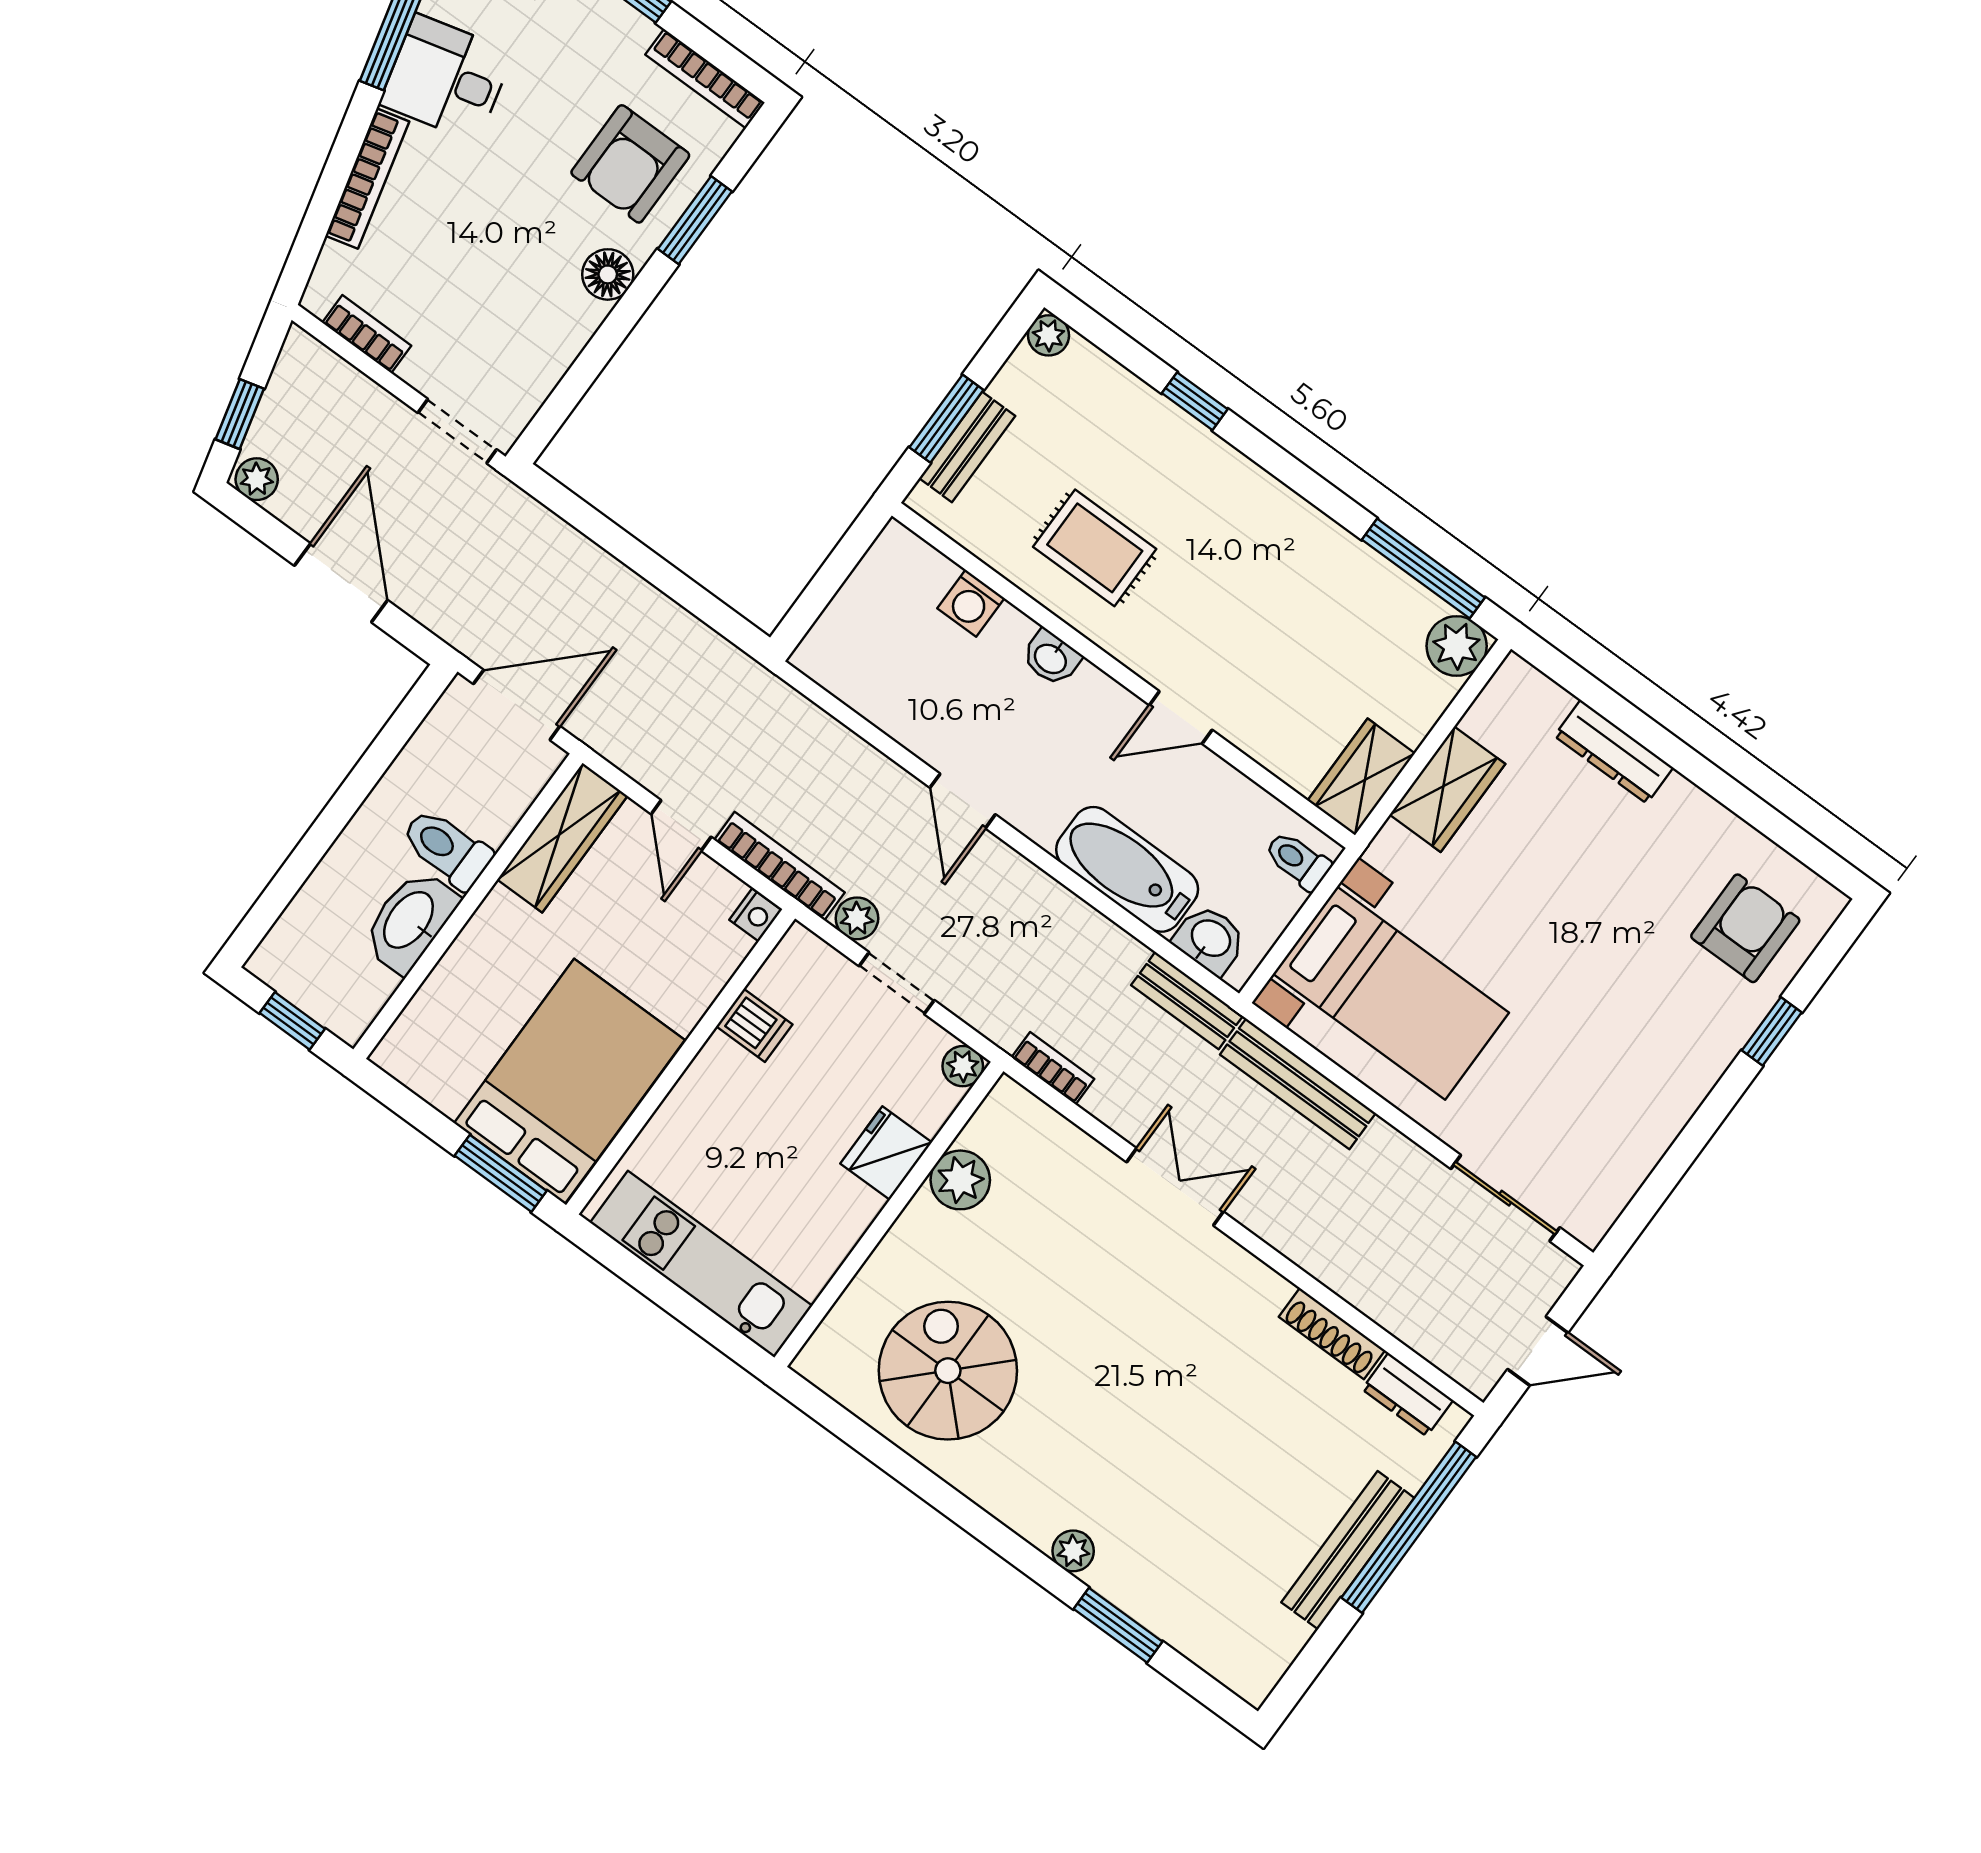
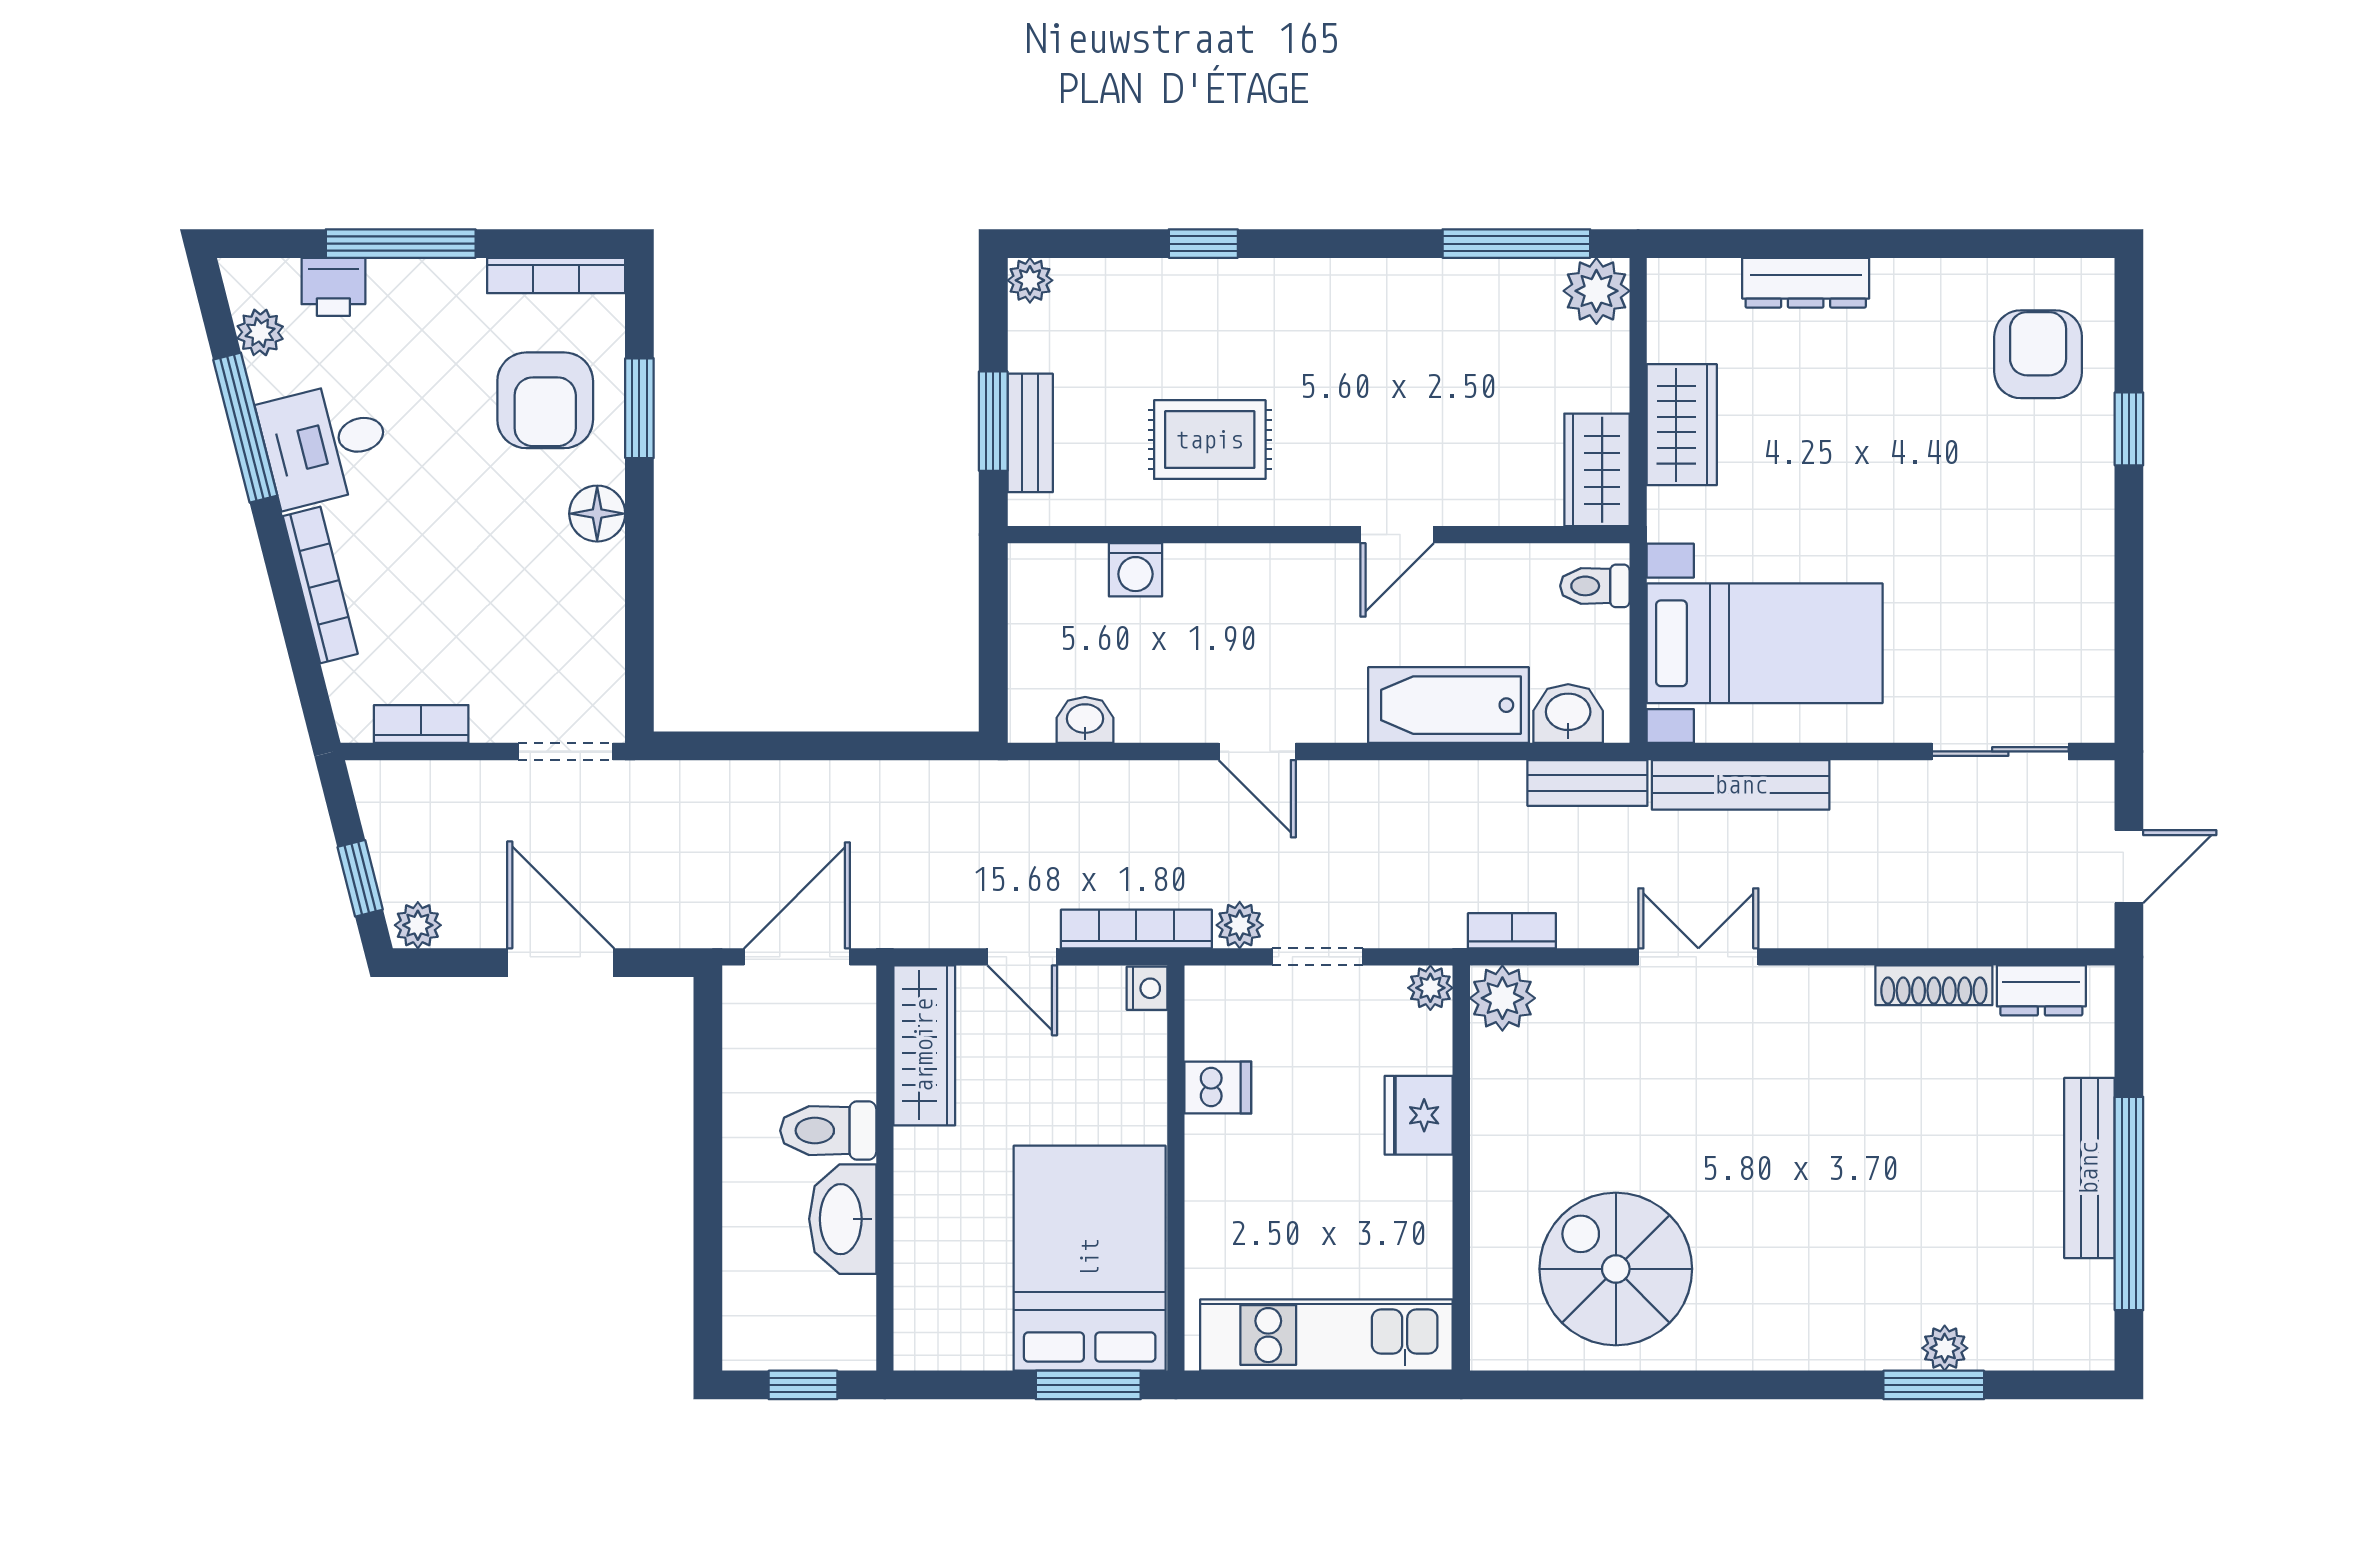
washbasin: (1051, 658) -> (1085, 720), moved, turned 180
plant: (960, 1180) -> (1502, 998), moved
window: (1409, 1527) -> (2129, 1203), moved
plant: (1073, 1551) -> (1945, 1348), moved

